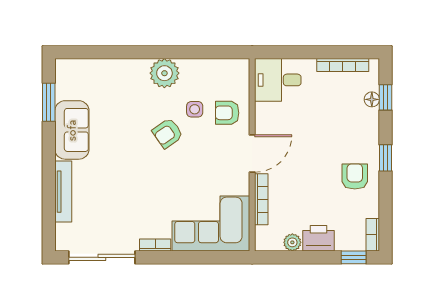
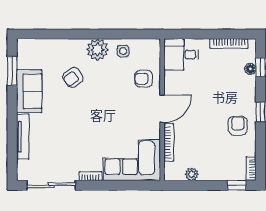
side table: (195, 109) -> (123, 51), moved
armchair: (168, 133) -> (73, 78), moved
printer: (318, 238) -> (211, 171), removed

